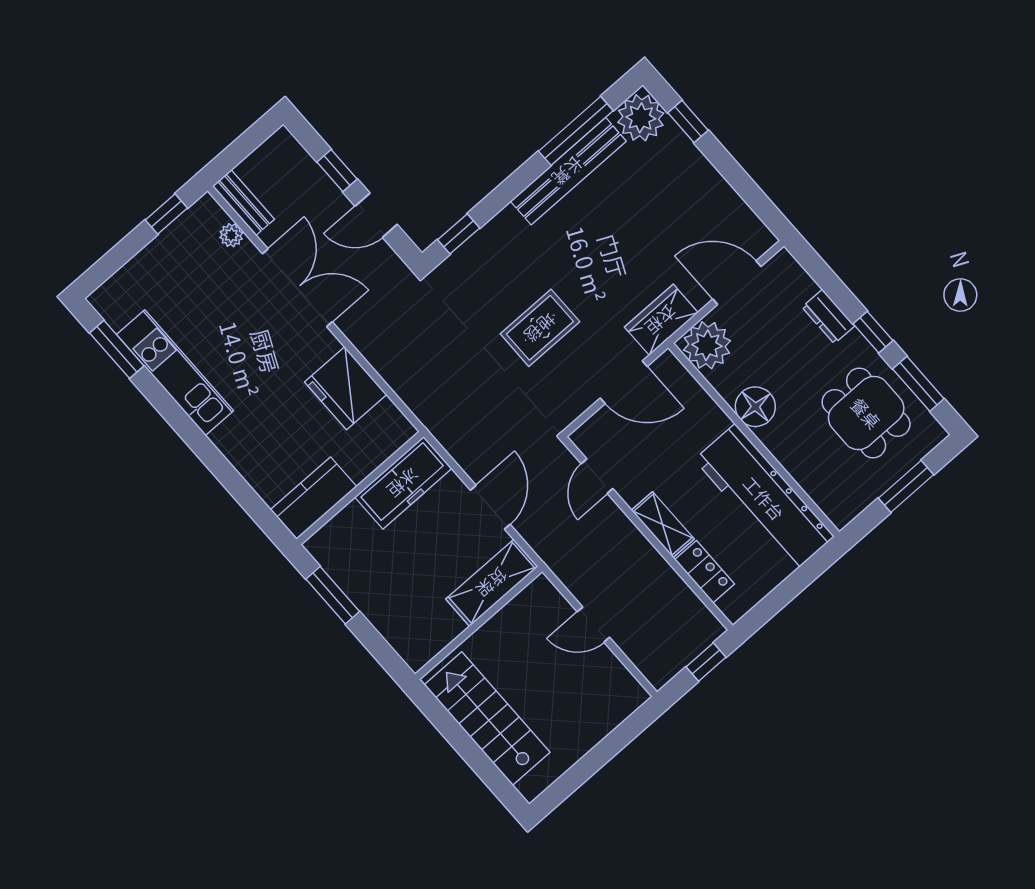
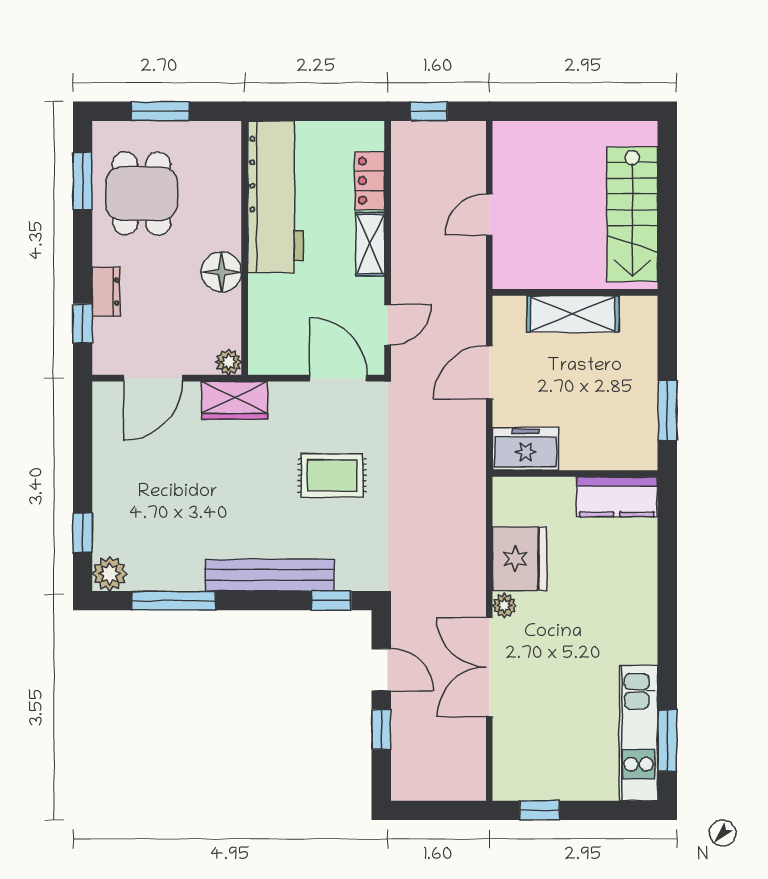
plant: (641, 118) -> (110, 574), width x0.73, depth x0.73
bench: (568, 171) -> (270, 575), moved
bench: (243, 203) -> (473, 768), removed
plant: (231, 235) -> (504, 605), moved
door: (737, 283) -> (153, 378), hinge flipped
window: (873, 332) -> (83, 323), moved
plant: (707, 345) -> (228, 362), width x0.53, depth x0.53
kitchen unit: (175, 373) -> (639, 733), moved
door: (624, 382) -> (338, 378), moved
freezer: (403, 483) -> (526, 449), width x0.71
shelving: (492, 583) -> (573, 314), moved
door: (593, 625) -> (489, 215), swing flipped

